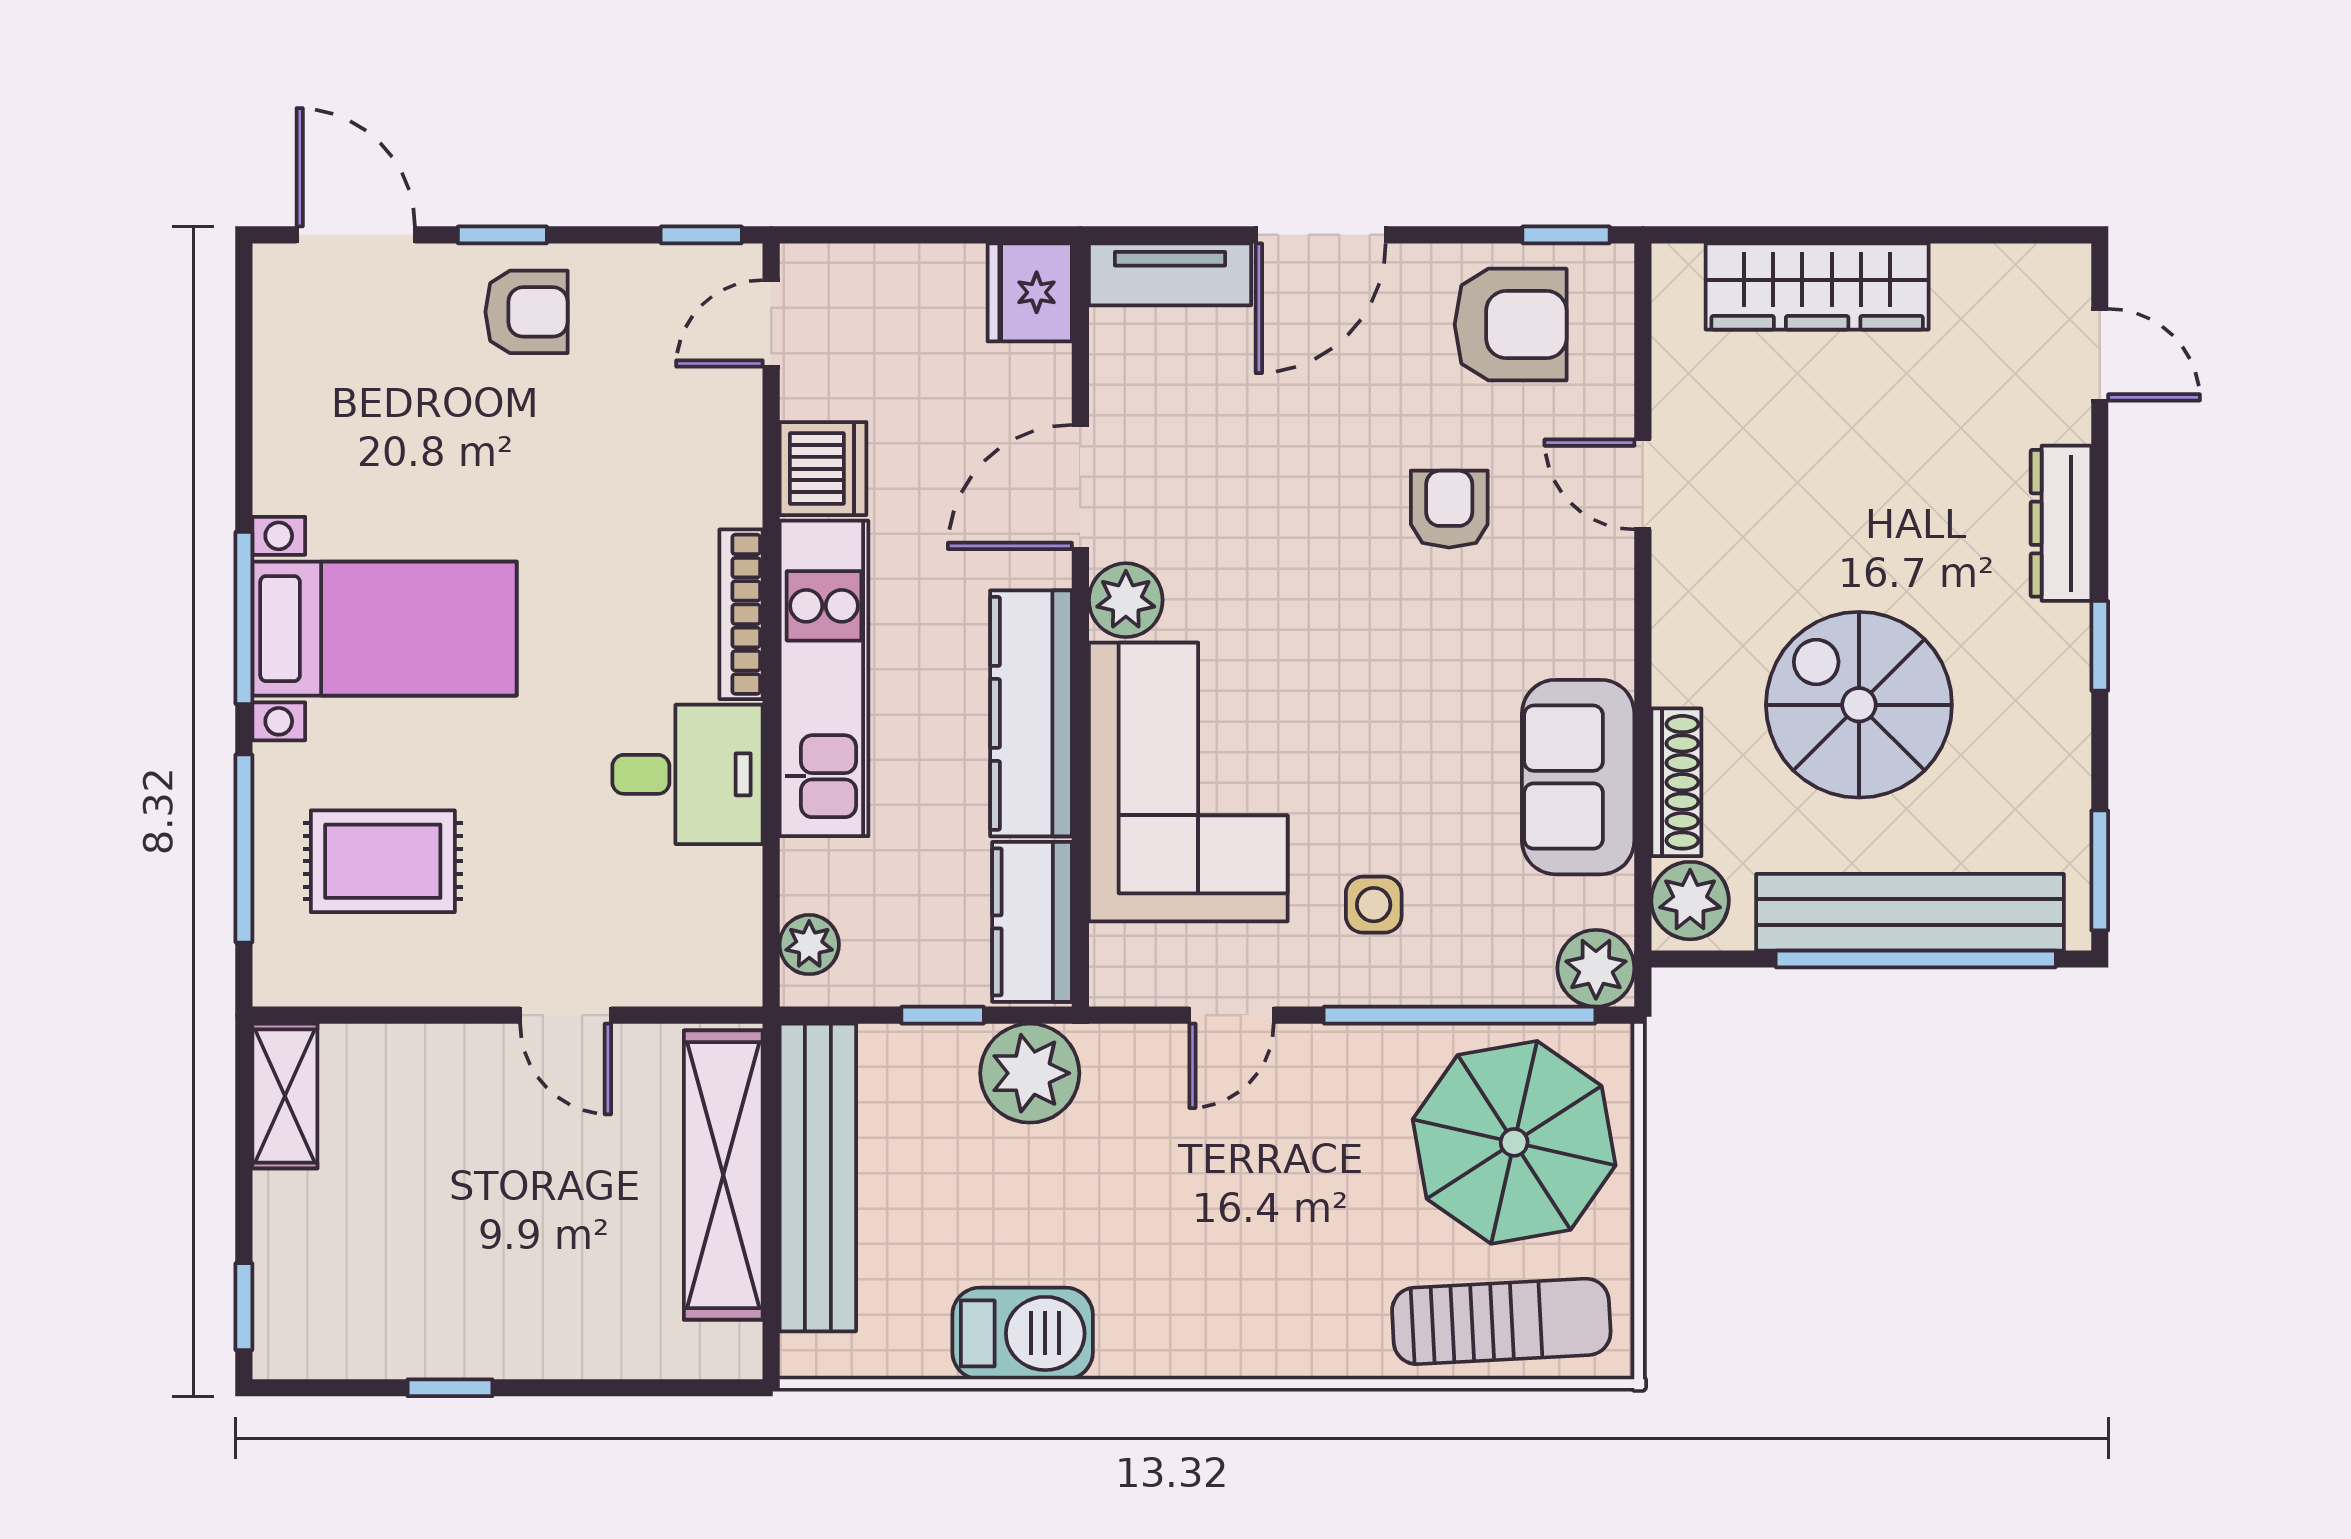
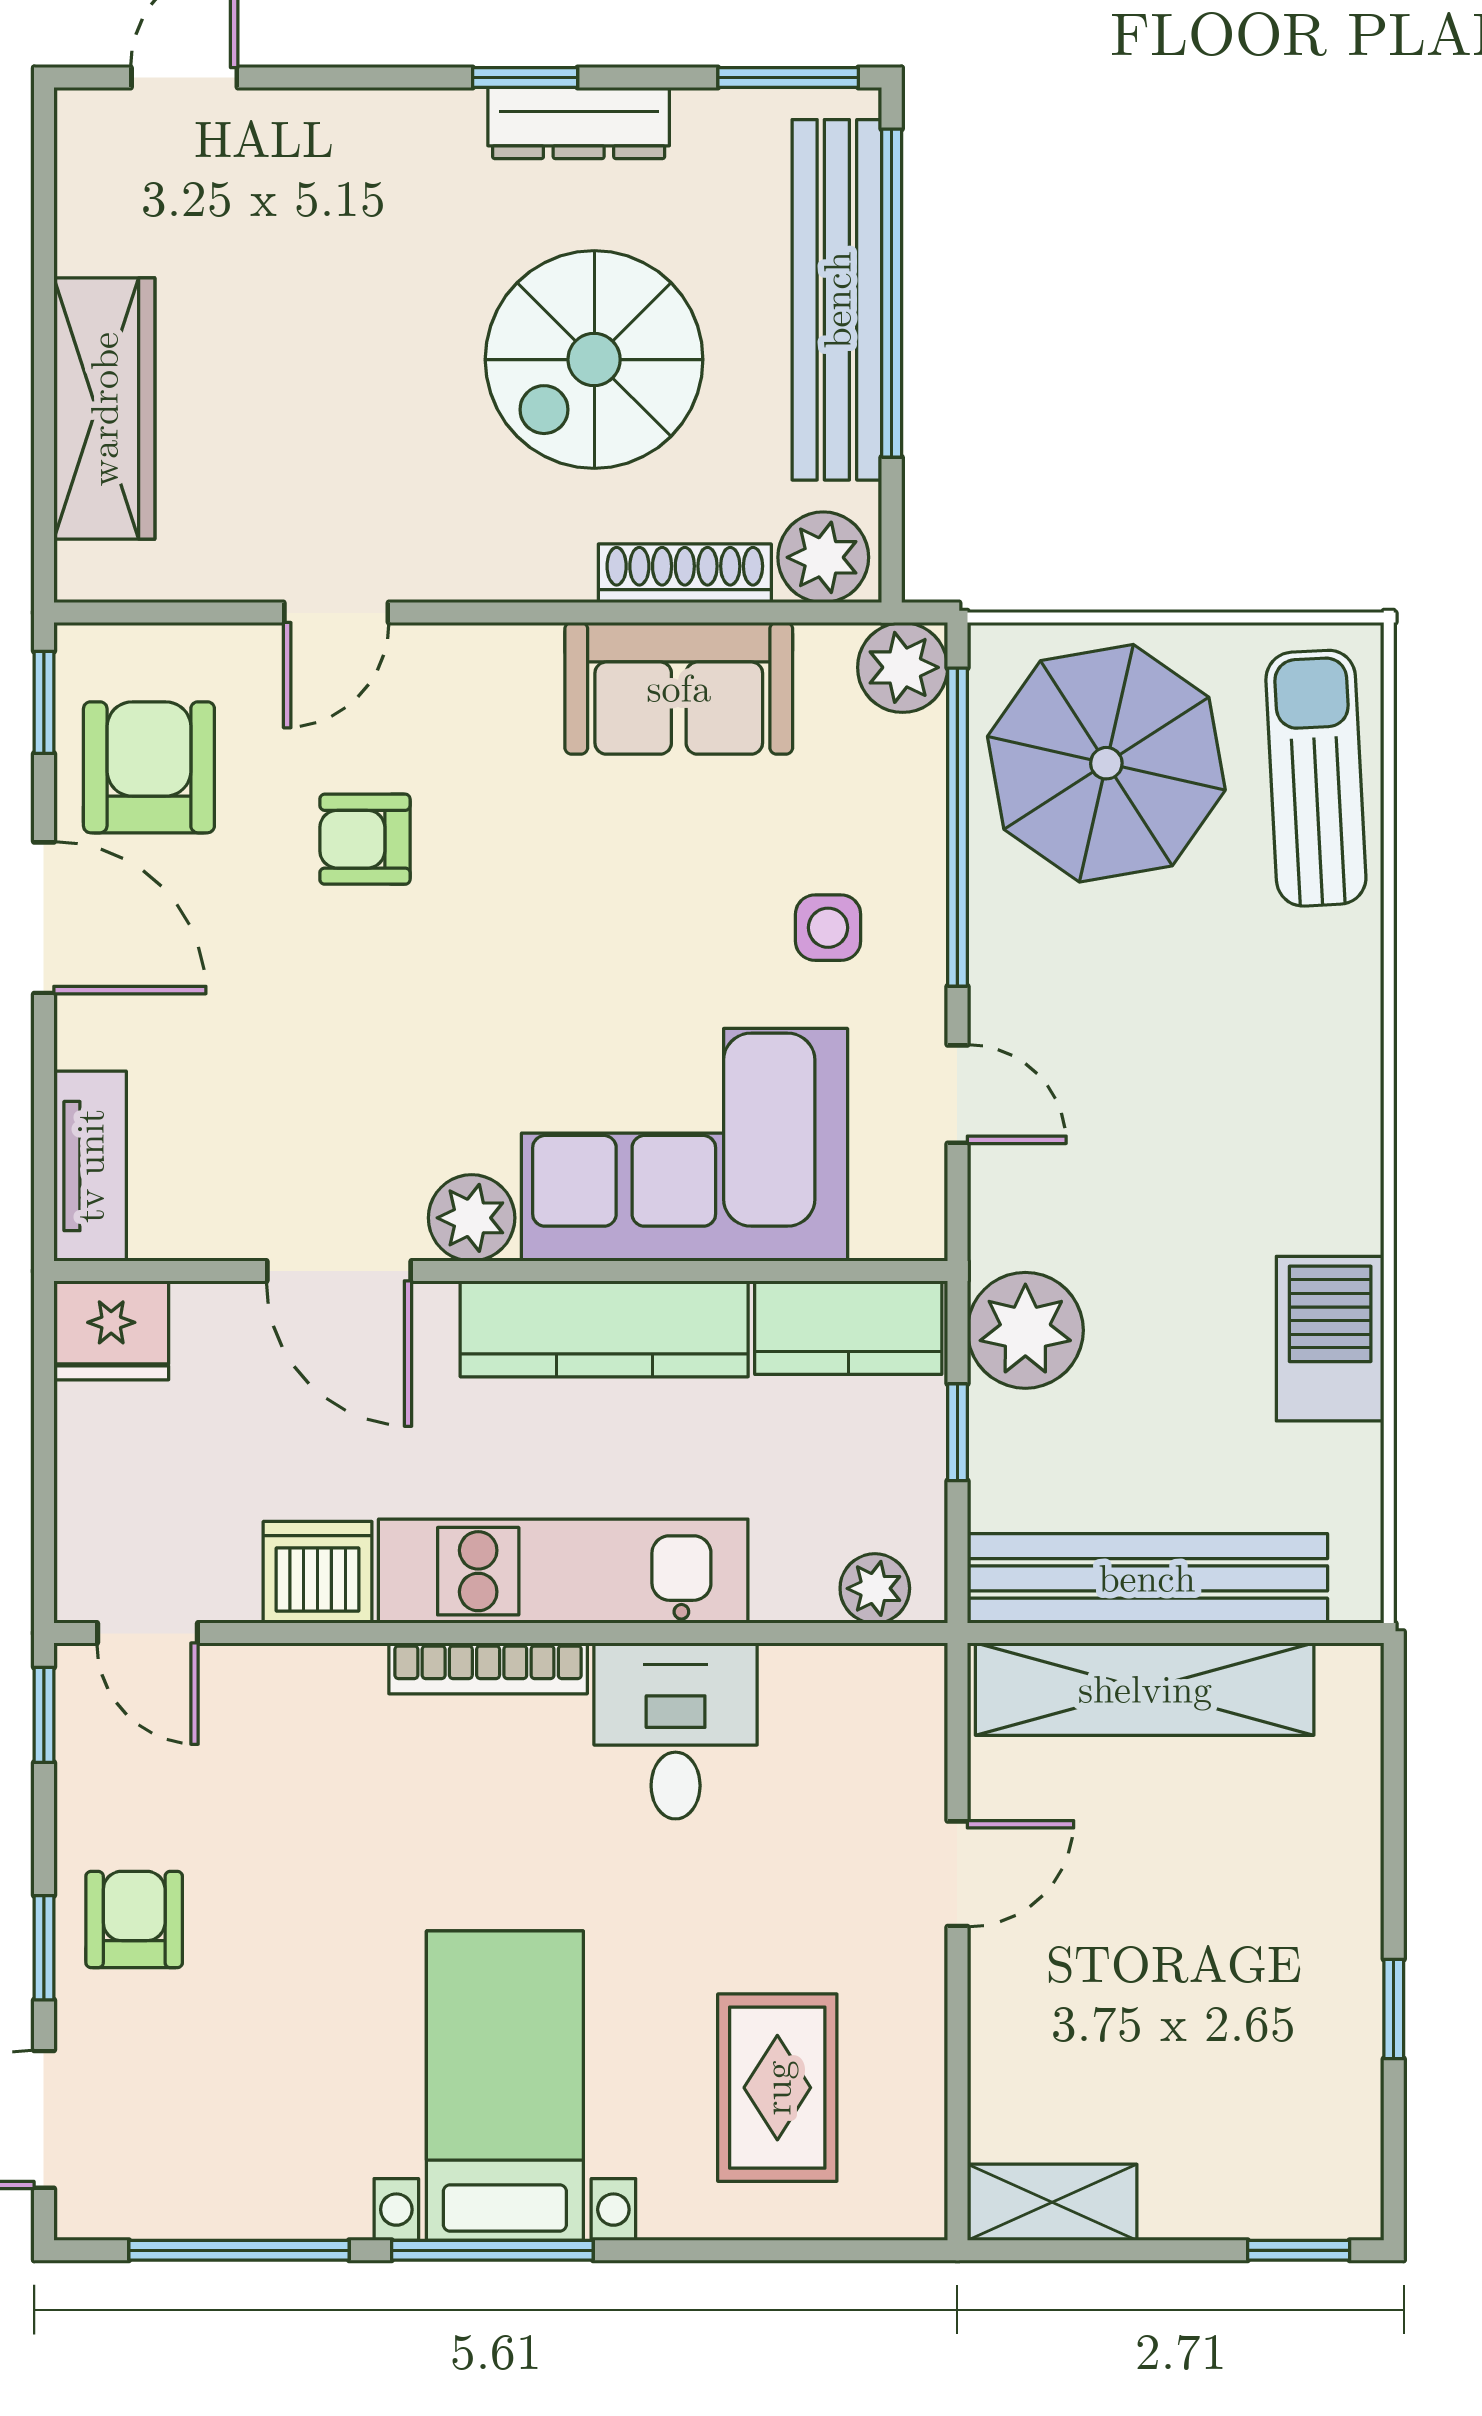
door: (1321, 235) -> (44, 918), moved
dresser: (2061, 523) -> (579, 123), moved
window: (244, 849) -> (239, 2250), moved

